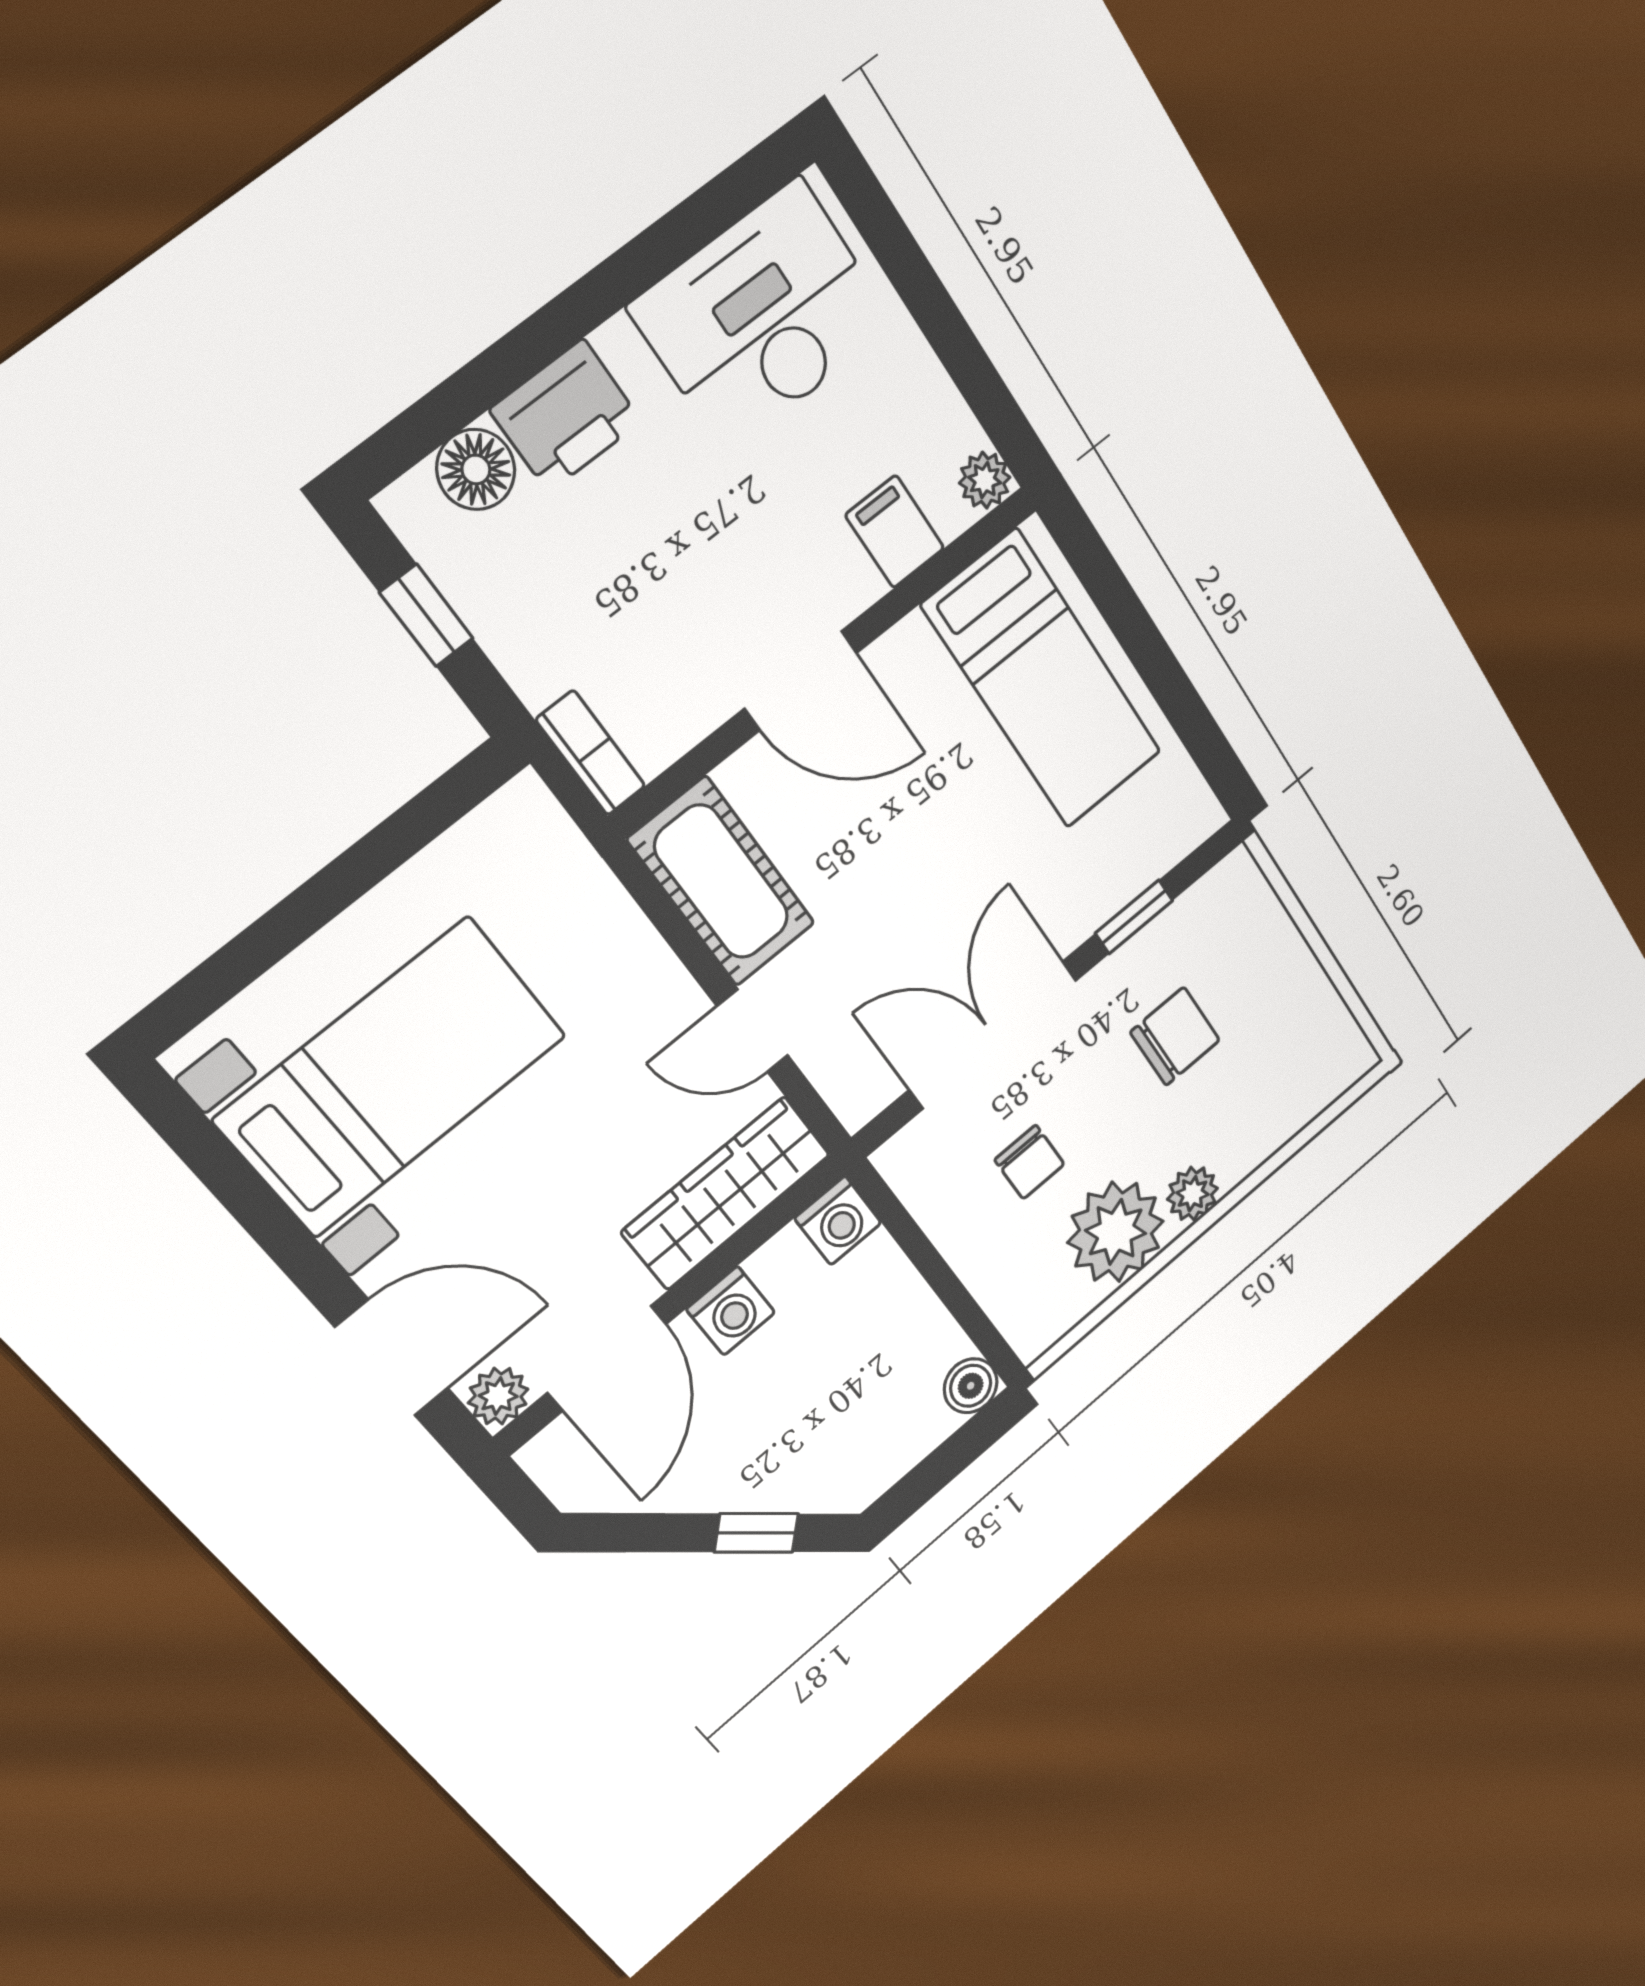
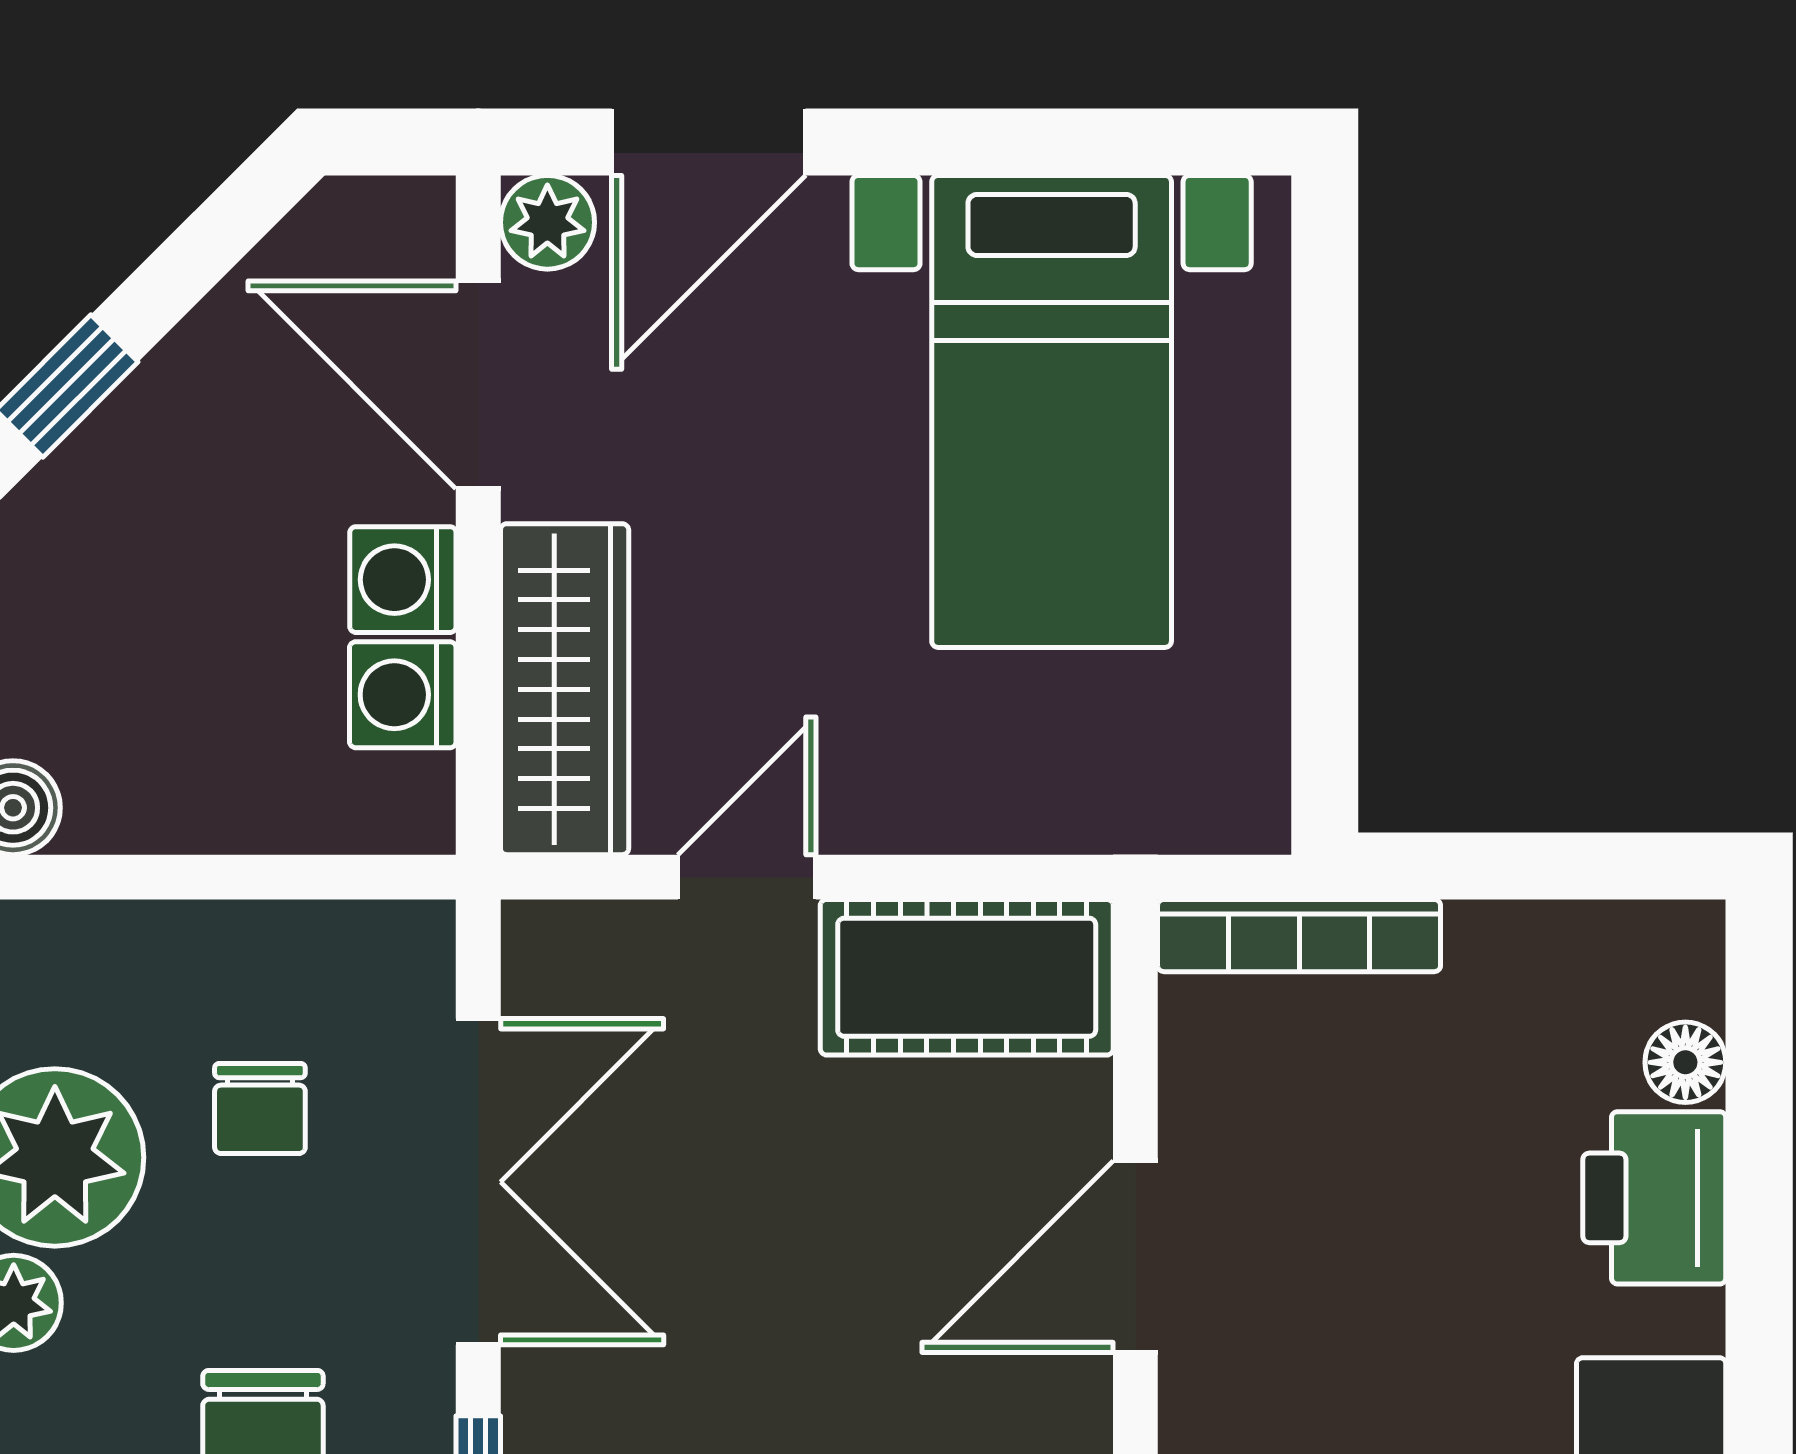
floor lamp: (476, 469) -> (1685, 1062), width x0.73, depth x0.73
window: (426, 615) -> (1551, 866), removed
bookcase: (591, 753) -> (1299, 936), width x1.56
chair: (1030, 1162) -> (260, 1108), turned -90
washing machine: (838, 1221) -> (403, 695), moved

